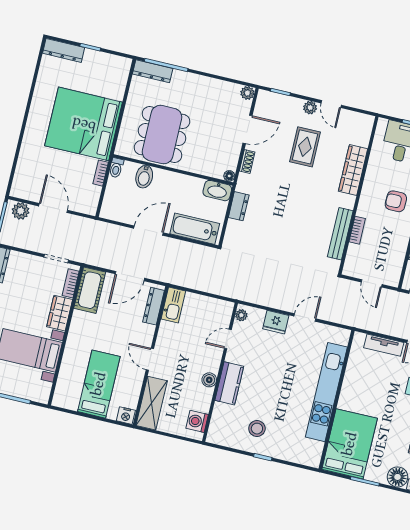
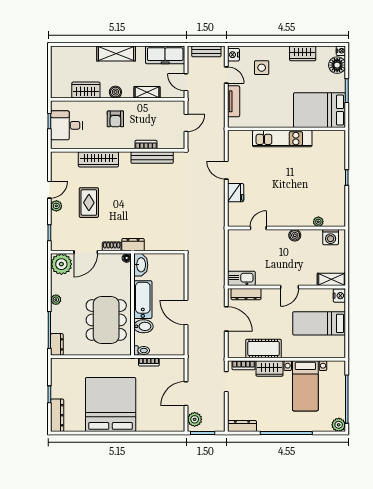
dresser: (153, 71) -> (57, 344), width x0.70
plant: (200, 81) -> (56, 300), added
plant: (247, 93) -> (61, 264), width x1.87, depth x1.87
bed: (84, 124) -> (111, 404), moved, turned 180
door: (247, 129) -> (86, 252), swing flipped
dining table: (162, 135) -> (106, 320), turned 90
rug: (305, 147) -> (89, 203), turned 90
dresser: (239, 206) -> (133, 245), moved
bathtub: (195, 229) -> (143, 300), moved, turned 180
cot: (90, 290) -> (263, 349), moved
plant: (241, 315) -> (318, 222), moved
door: (228, 339) -> (258, 228), swing flipped
kitchen counter: (229, 383) -> (294, 218), removed
kitchen unit: (326, 392) -> (282, 139), width x0.73
shelving: (152, 403) -> (331, 279), width x0.67, depth x0.75
stool: (257, 429) -> (325, 188), removed

